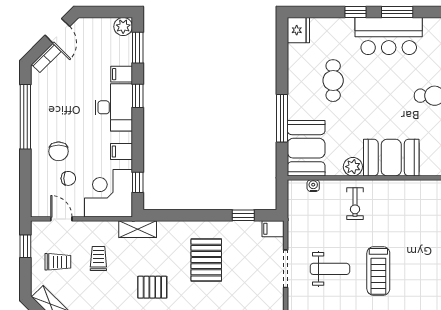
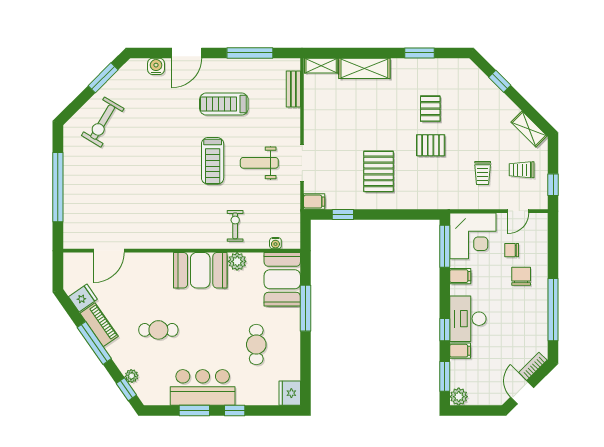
window: (138, 182) -> (445, 246), width x2.17
door: (61, 219) -> (518, 211), hinge flipped
shelving: (138, 229) -> (445, 201), removed
treadmill: (378, 271) -> (213, 161), turned 180

